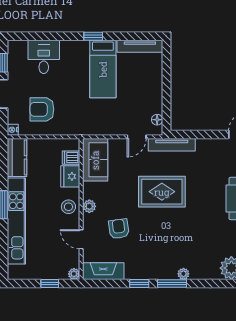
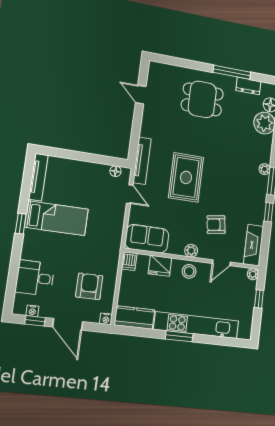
nightstand: (13, 59) -> (32, 311), added
armchair: (42, 109) -> (89, 286), turned 180
dishwasher: (71, 158) -> (129, 261), moved

